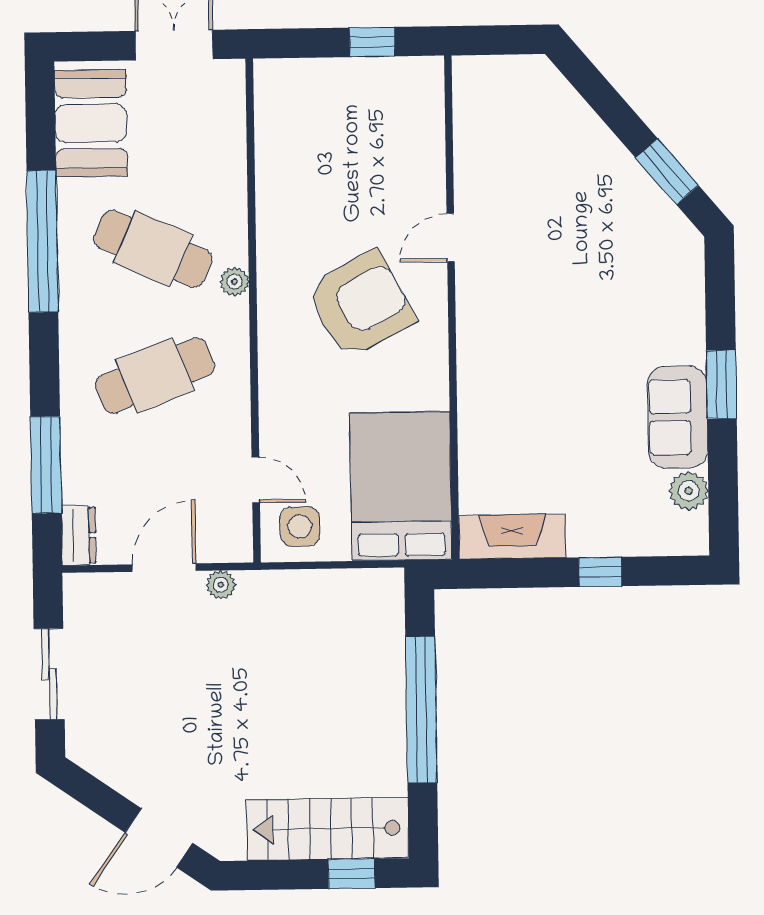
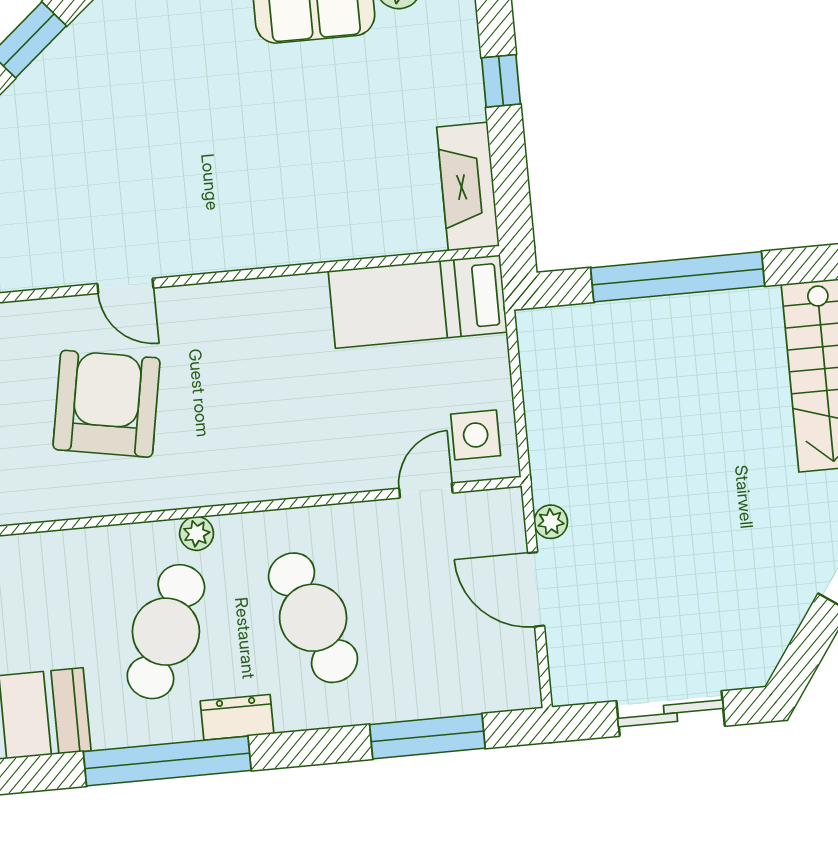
armchair: (360, 304) -> (107, 404), moved, turned 38
bed: (401, 486) -> (418, 302), width x0.67
dresser: (79, 535) -> (237, 717), moved

